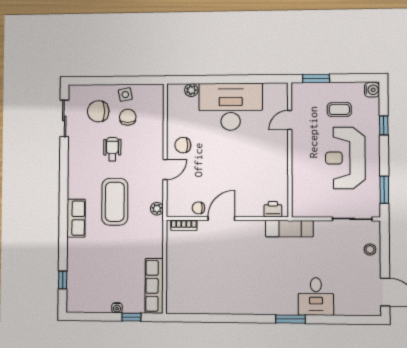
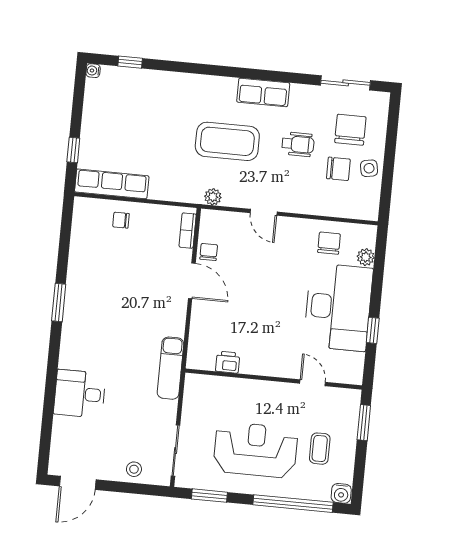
window: (246, 79) -> (373, 330), added
window: (384, 125) -> (293, 504), width x3.17
chair: (183, 145) -> (329, 243), moved
printer: (273, 209) -> (228, 362), moved, turned -90
row of seats: (76, 218) -> (263, 92), moved
chair: (181, 276) -> (121, 220), added
water cooler: (117, 308) -> (93, 71), moved
window: (290, 319) -> (59, 303), moved

